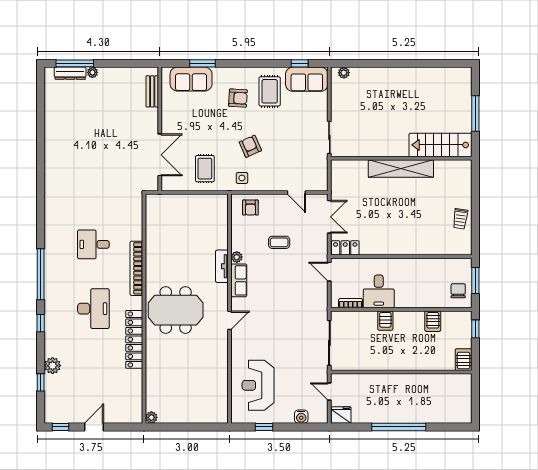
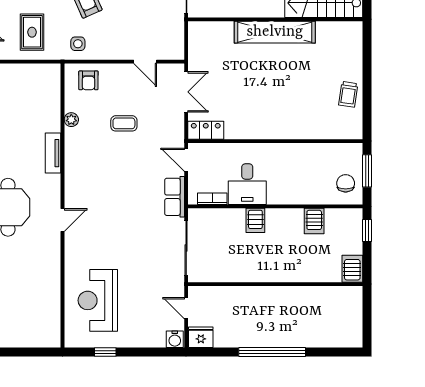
plant: (237, 257) -> (71, 120), moved
row of seats: (239, 280) -> (175, 197), moved, turned 180
water cooler: (301, 417) -> (175, 339), moved

